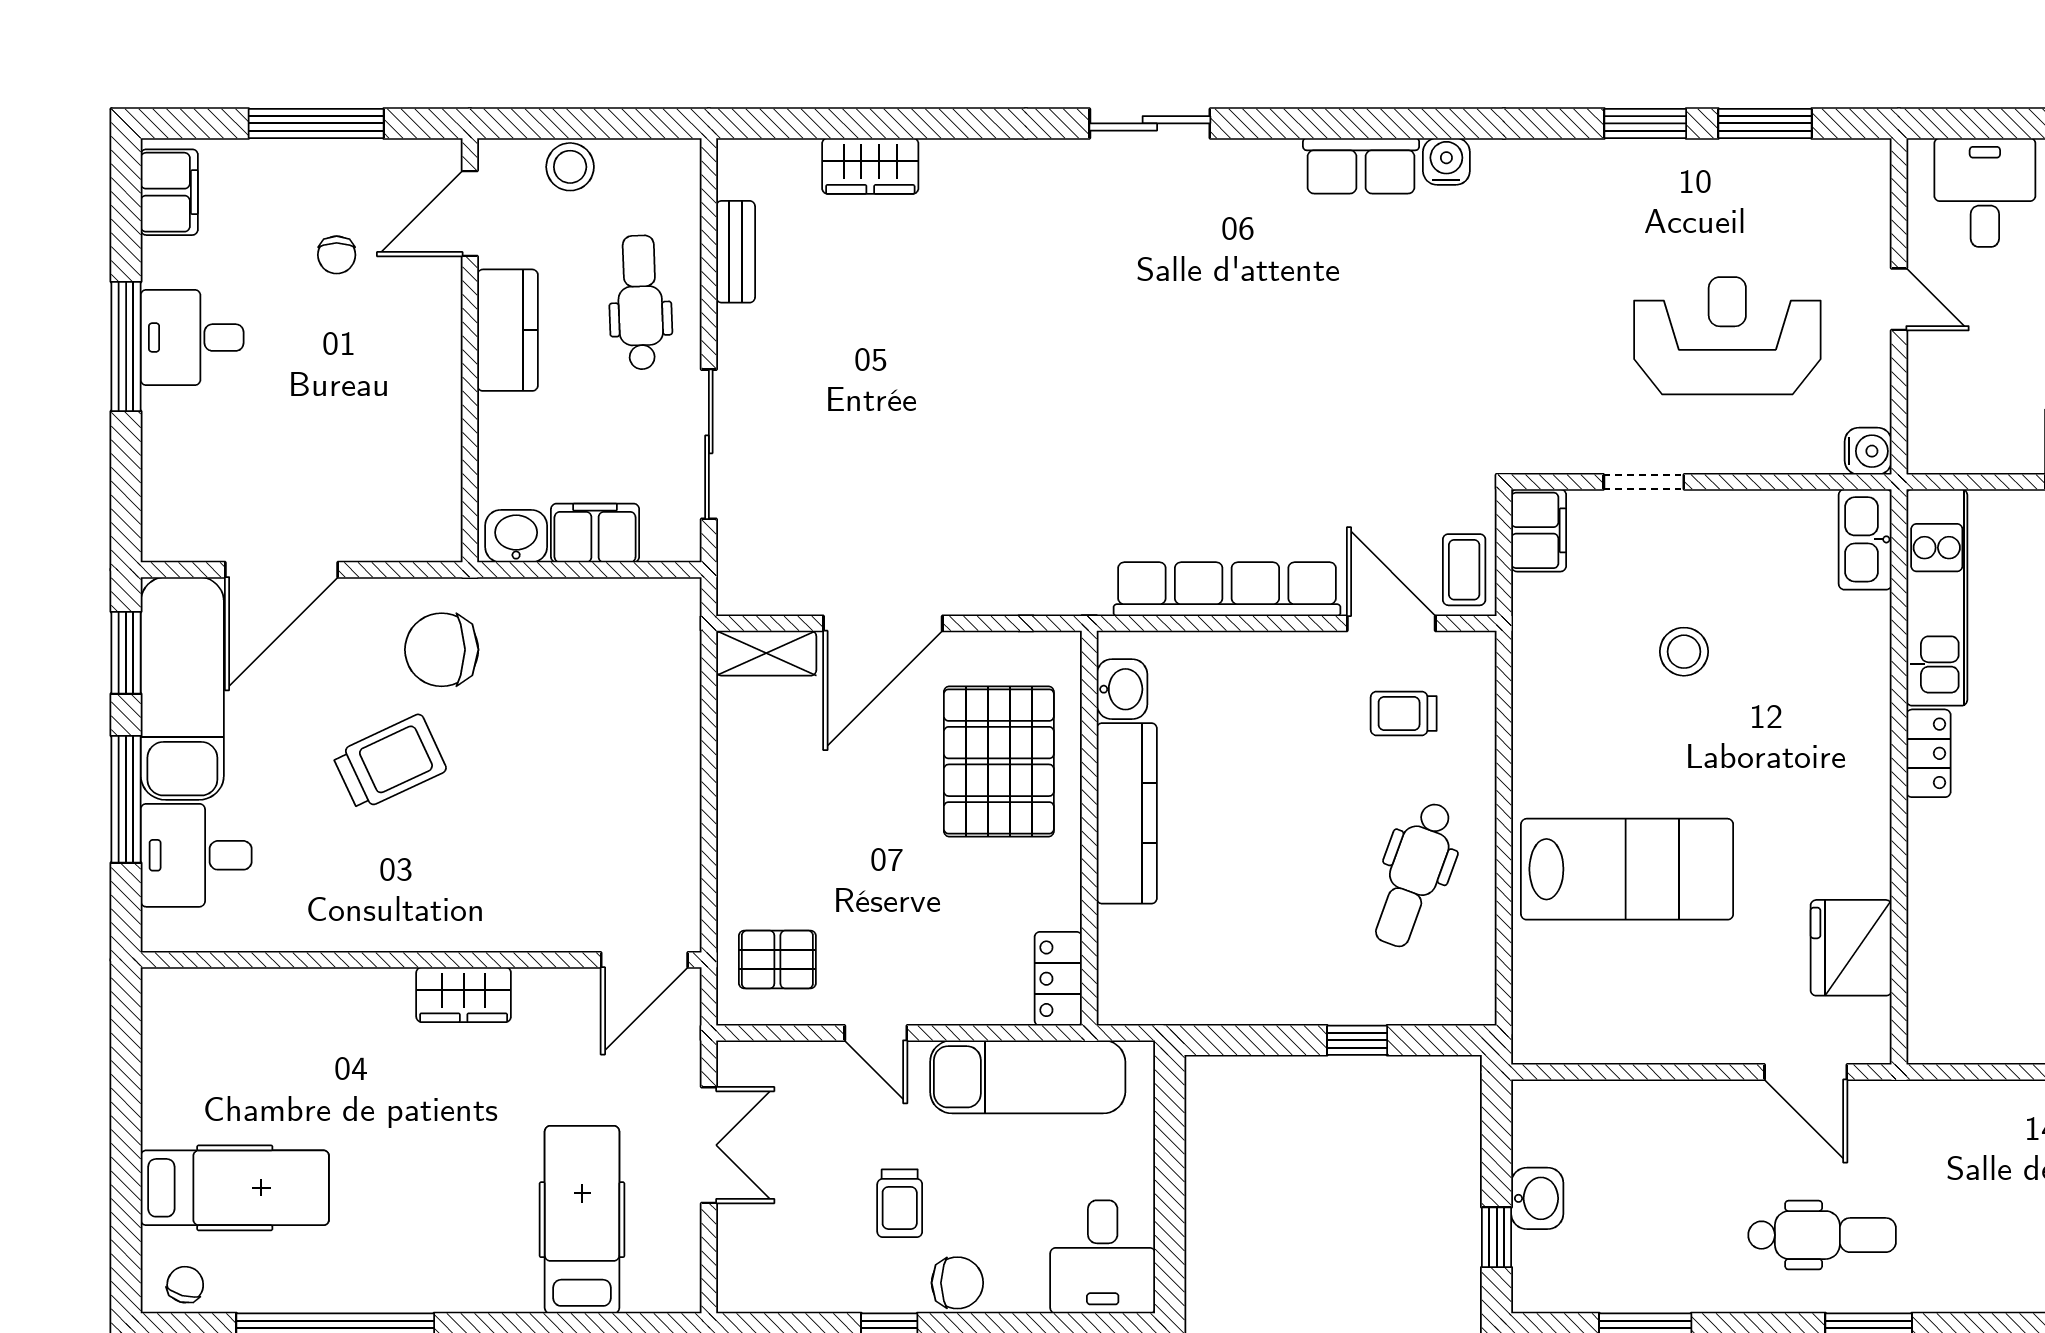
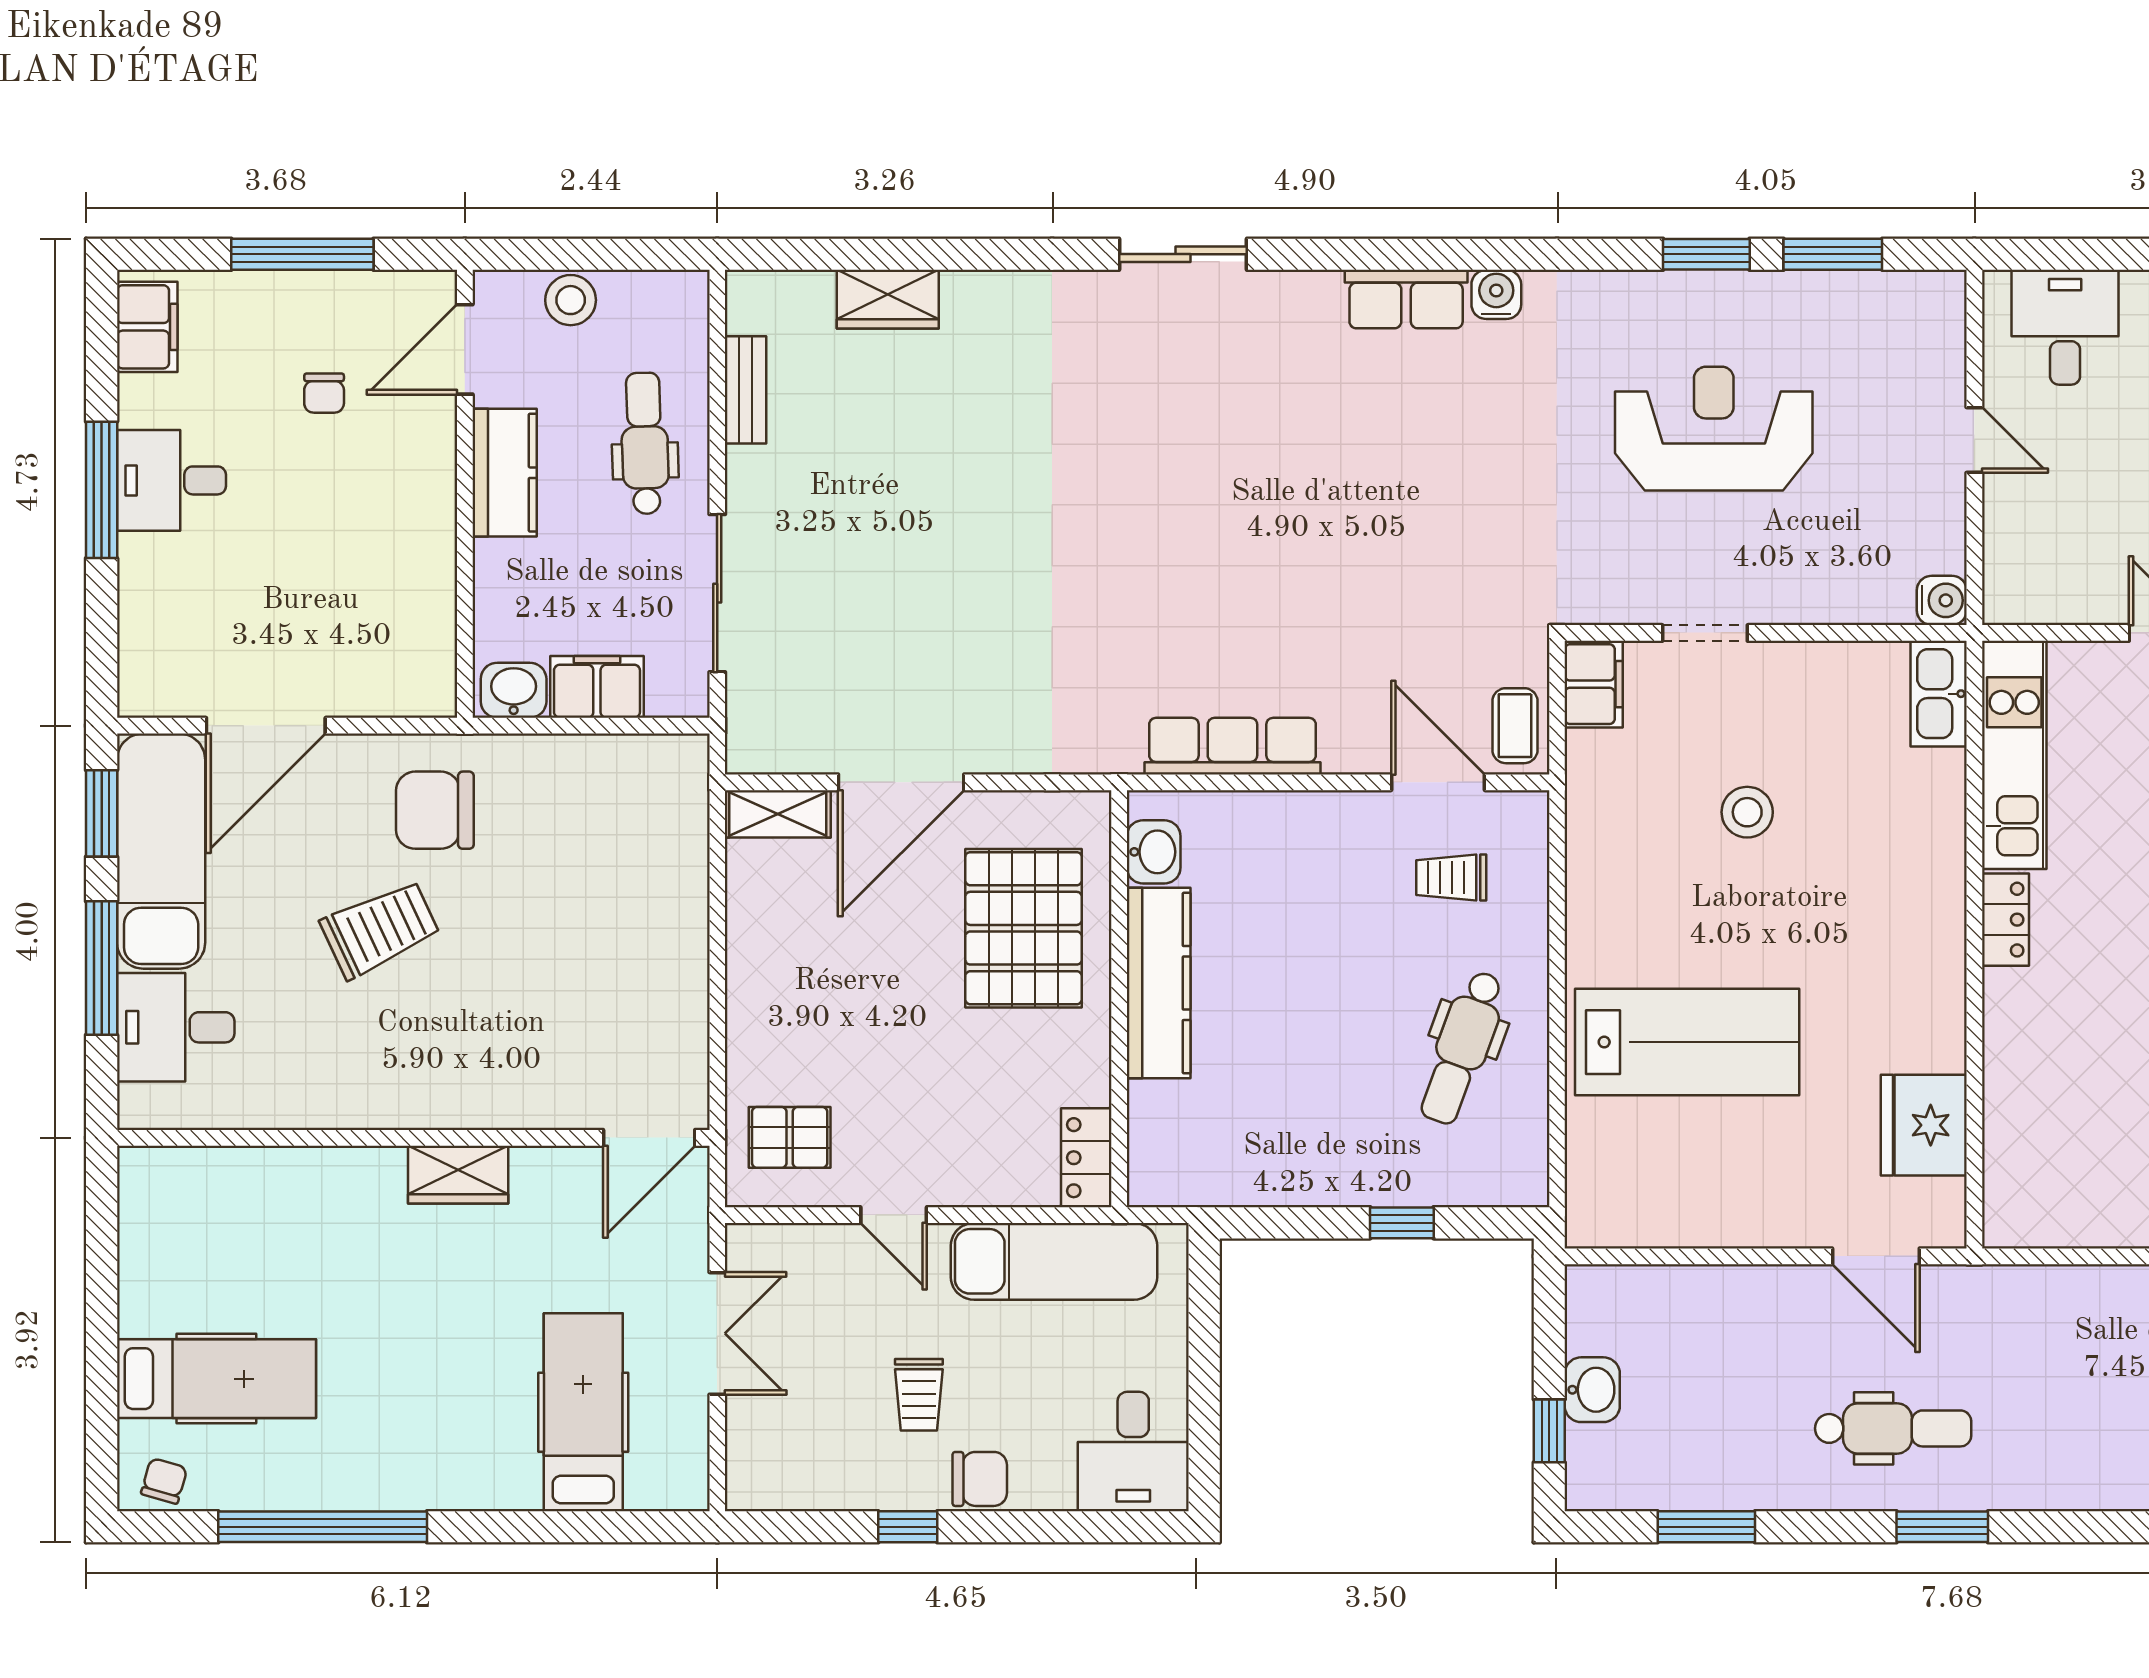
reception desk: (1727, 336) -> (1714, 429), moved
row of seats: (1227, 589) -> (1232, 746), width x0.73

